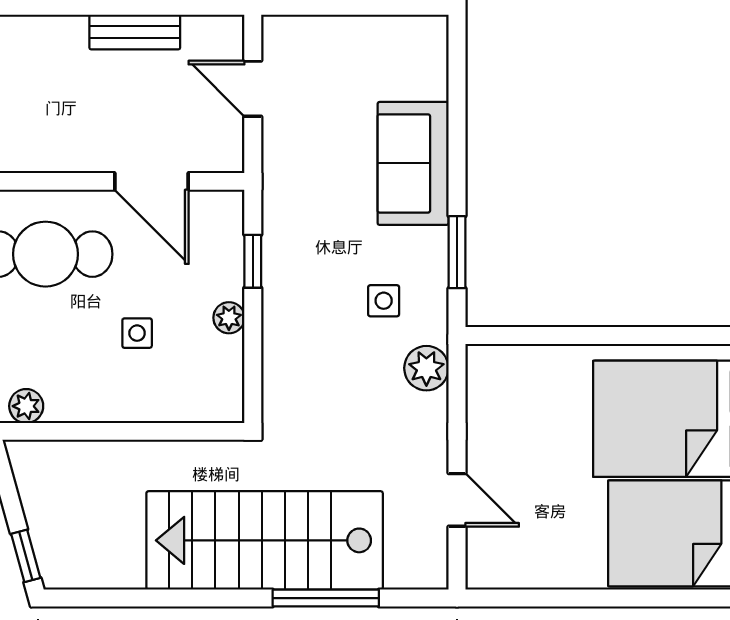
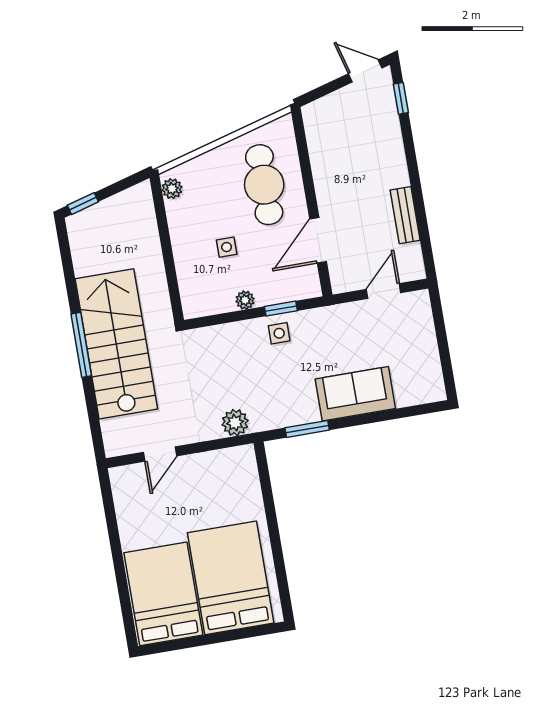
side table: (384, 301) -> (279, 333), moved
window: (326, 598) -> (81, 345), moved

